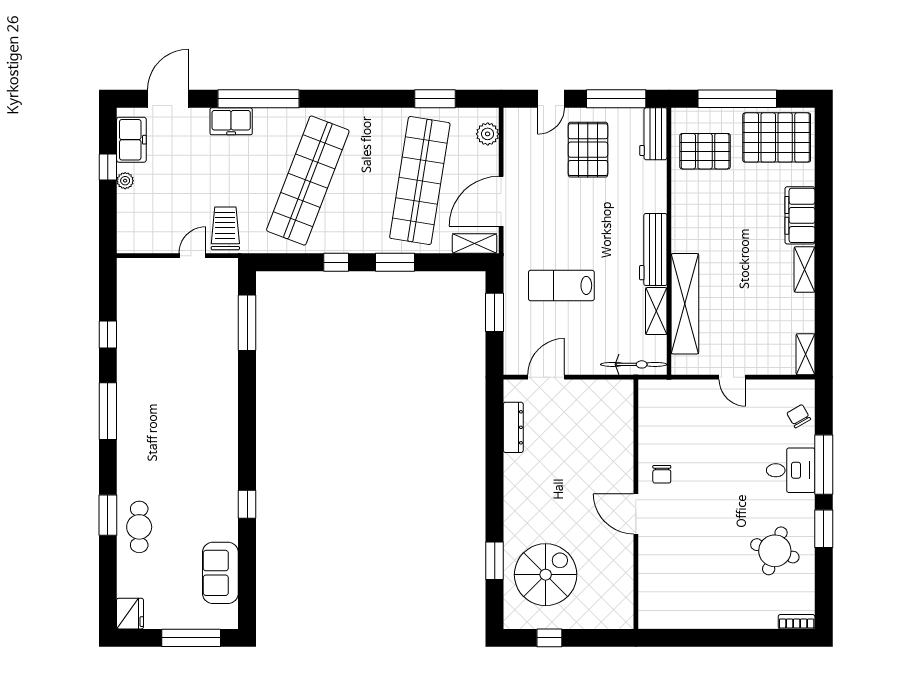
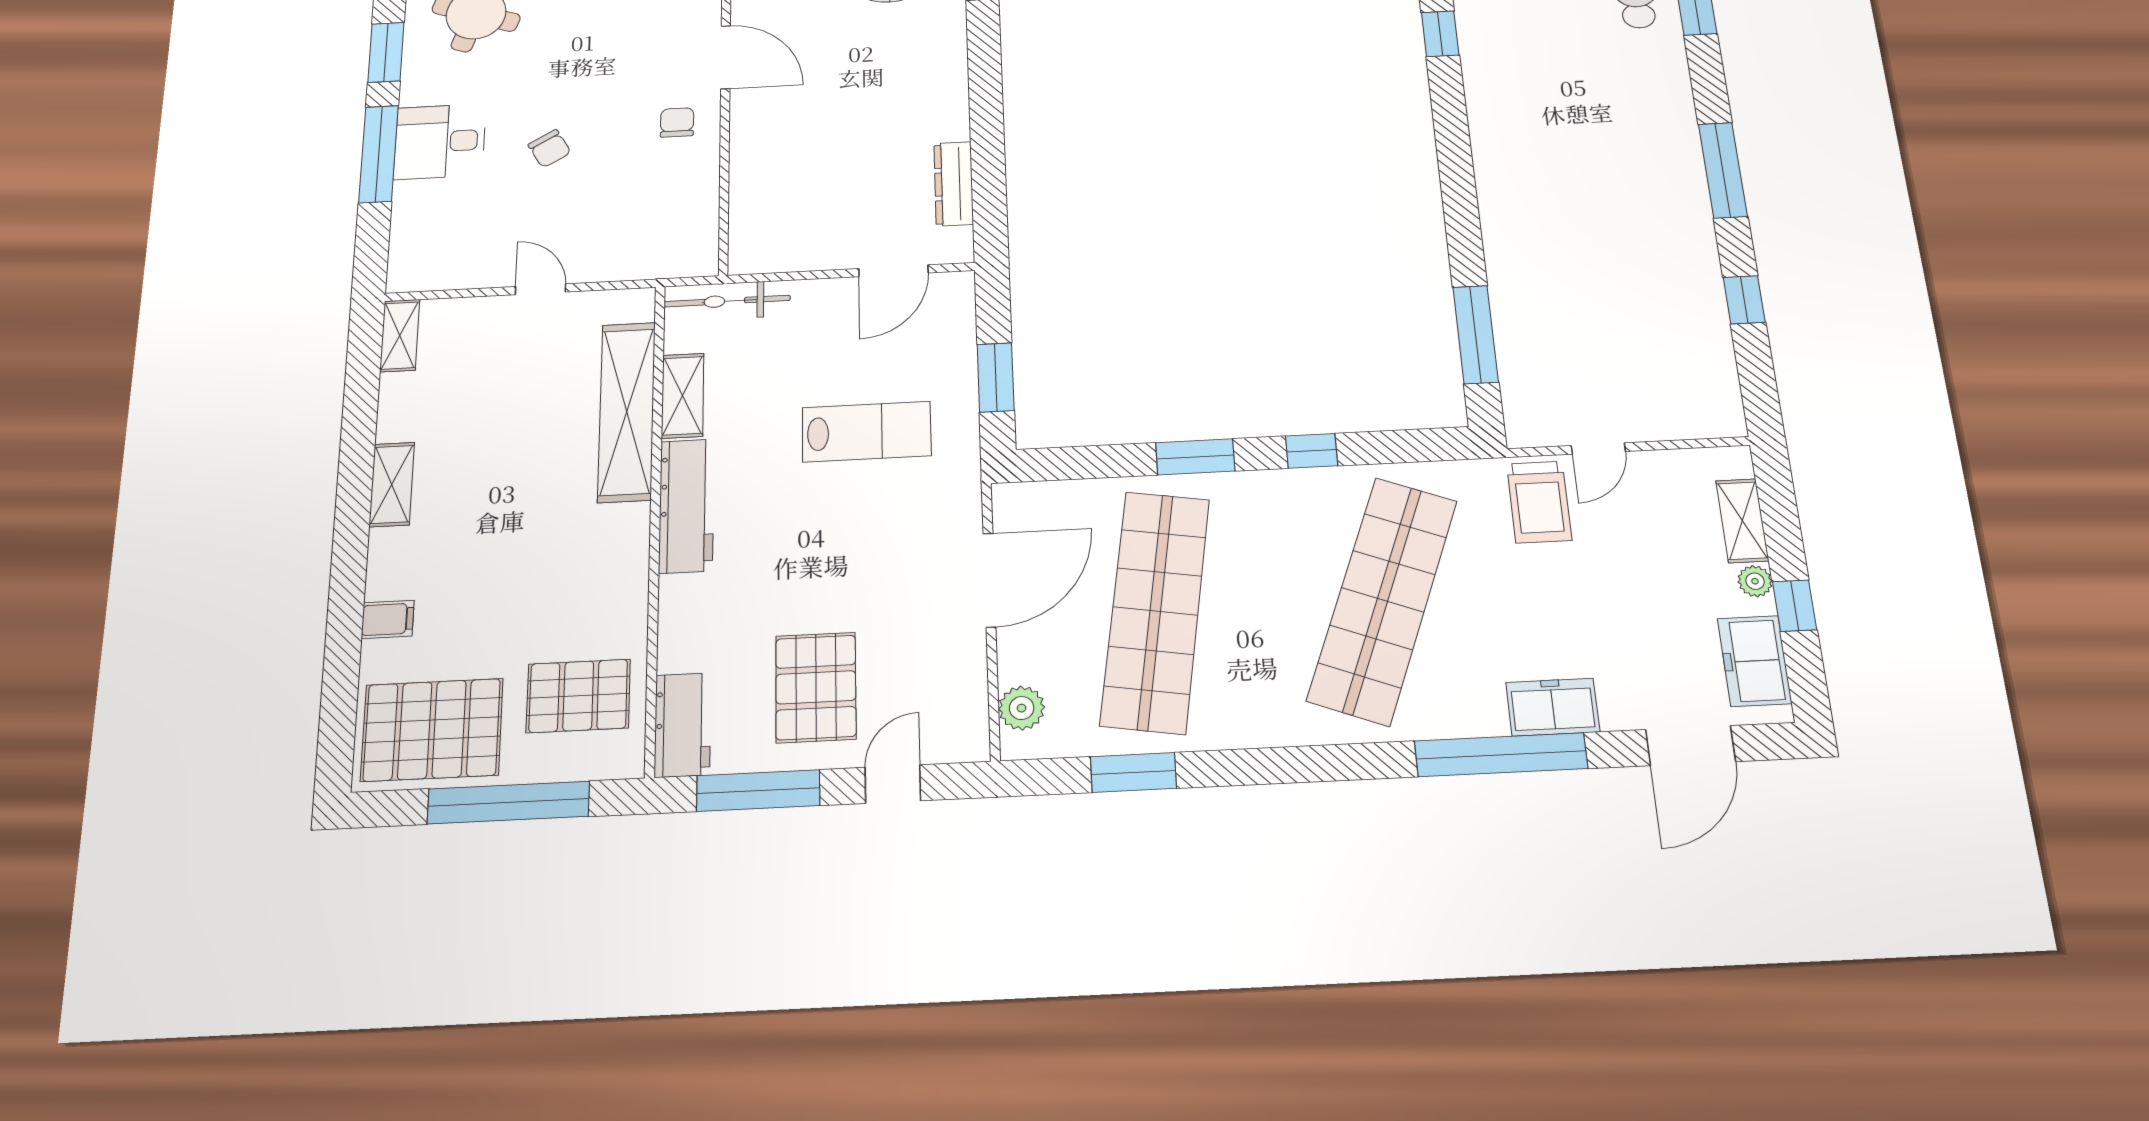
filing cabinet: (800, 215) -> (388, 619), width x0.33, depth x0.86
shelving: (474, 244) -> (1742, 521), moved, turned 90
chair: (799, 416) -> (550, 149), moved

